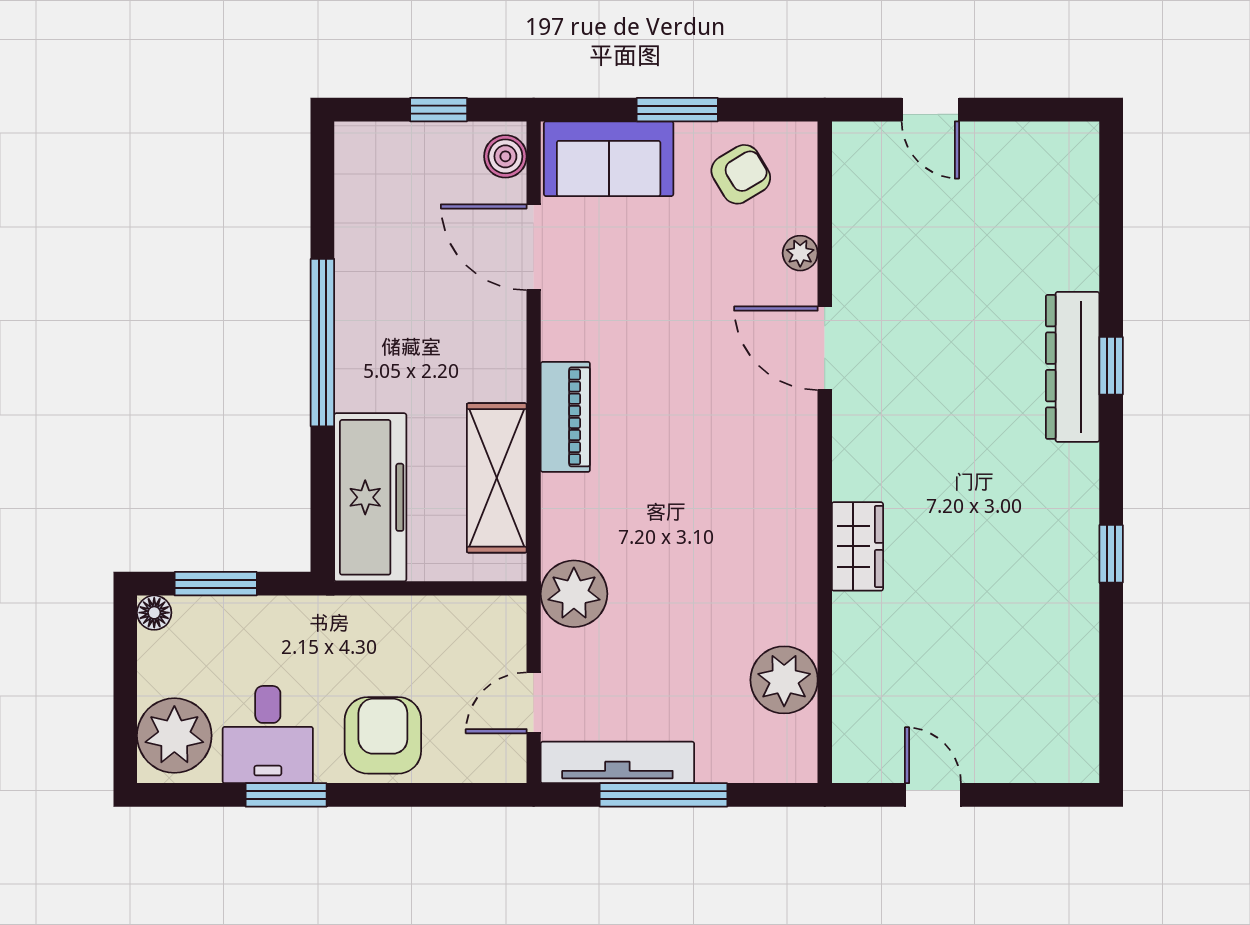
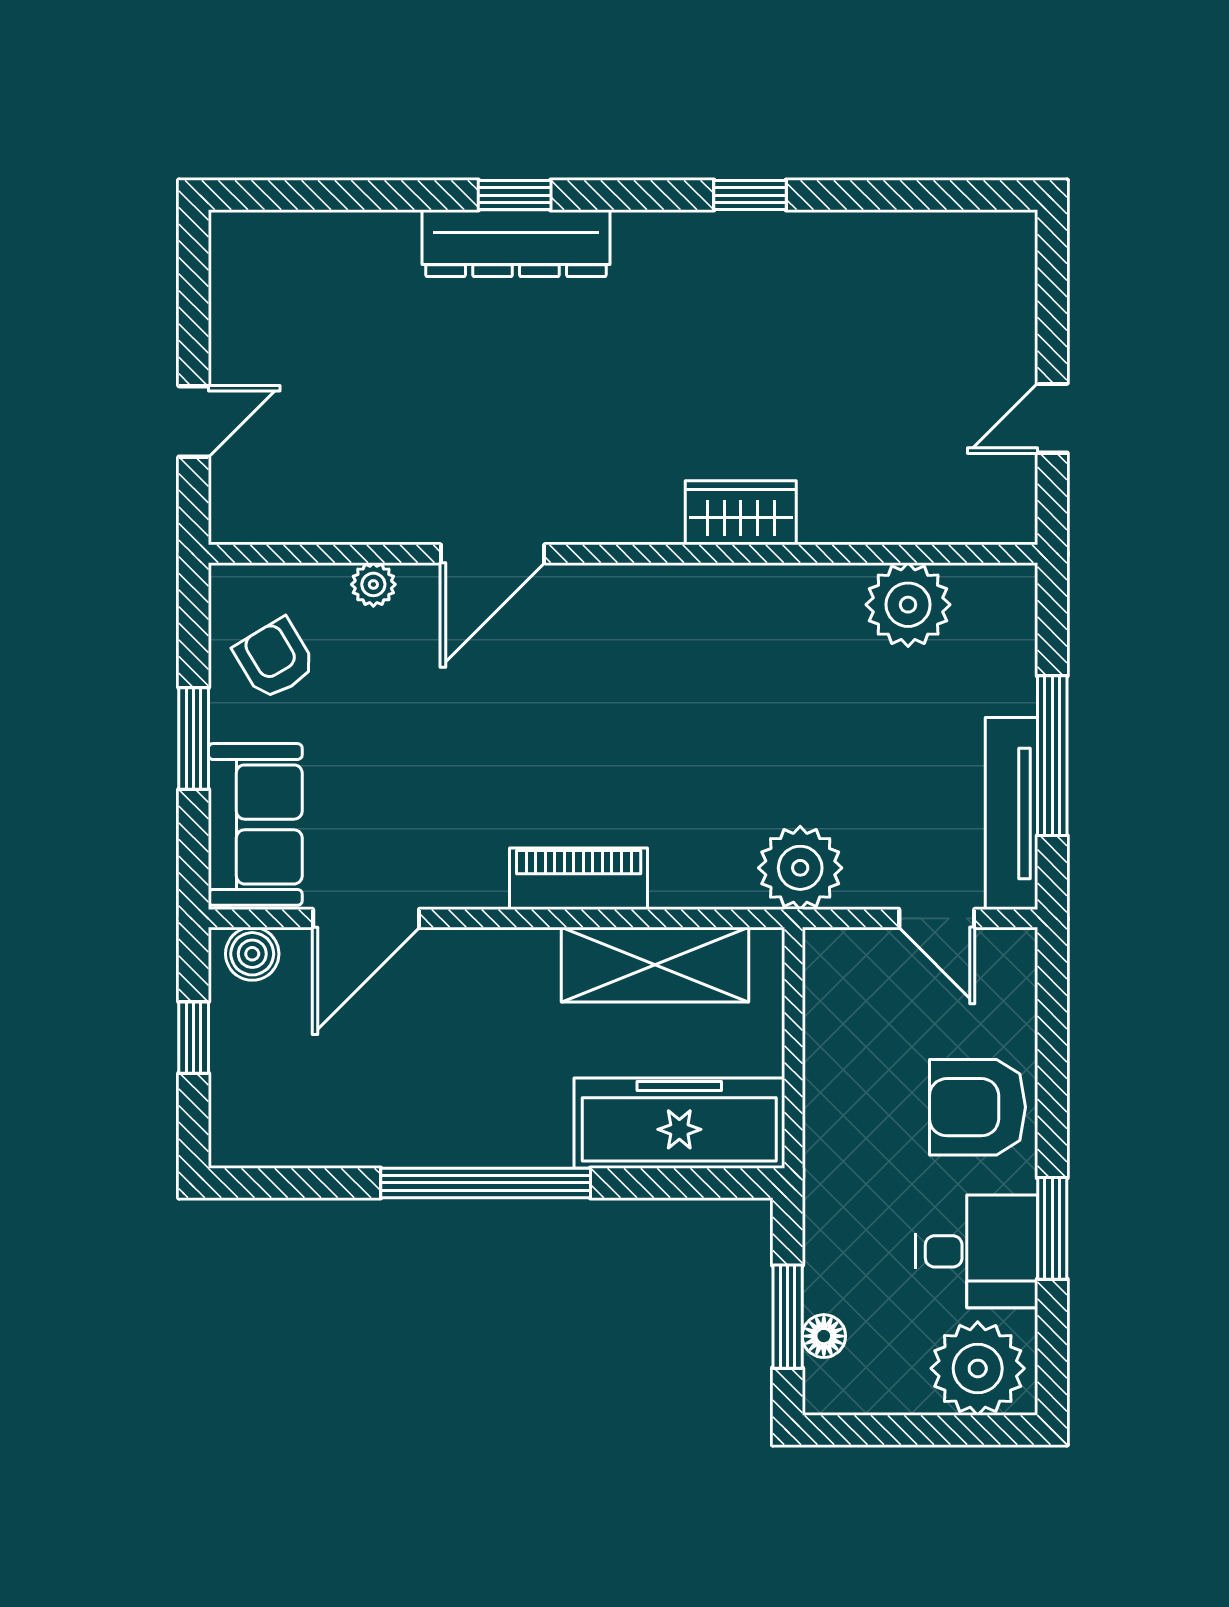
floor lamp: (154, 613) -> (824, 1336), moved

